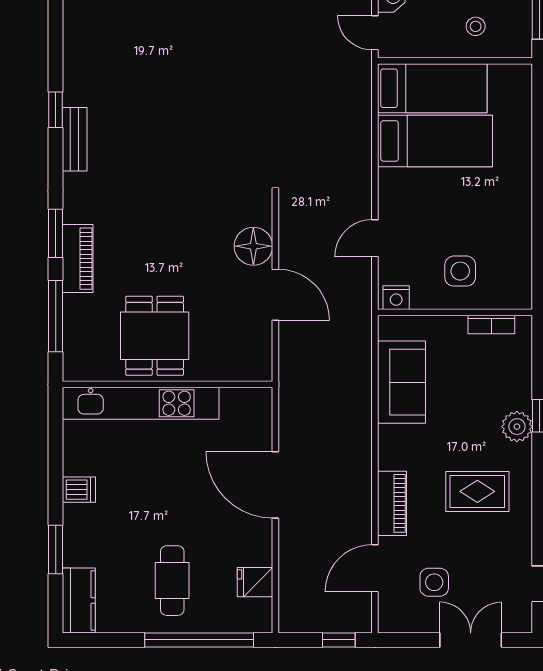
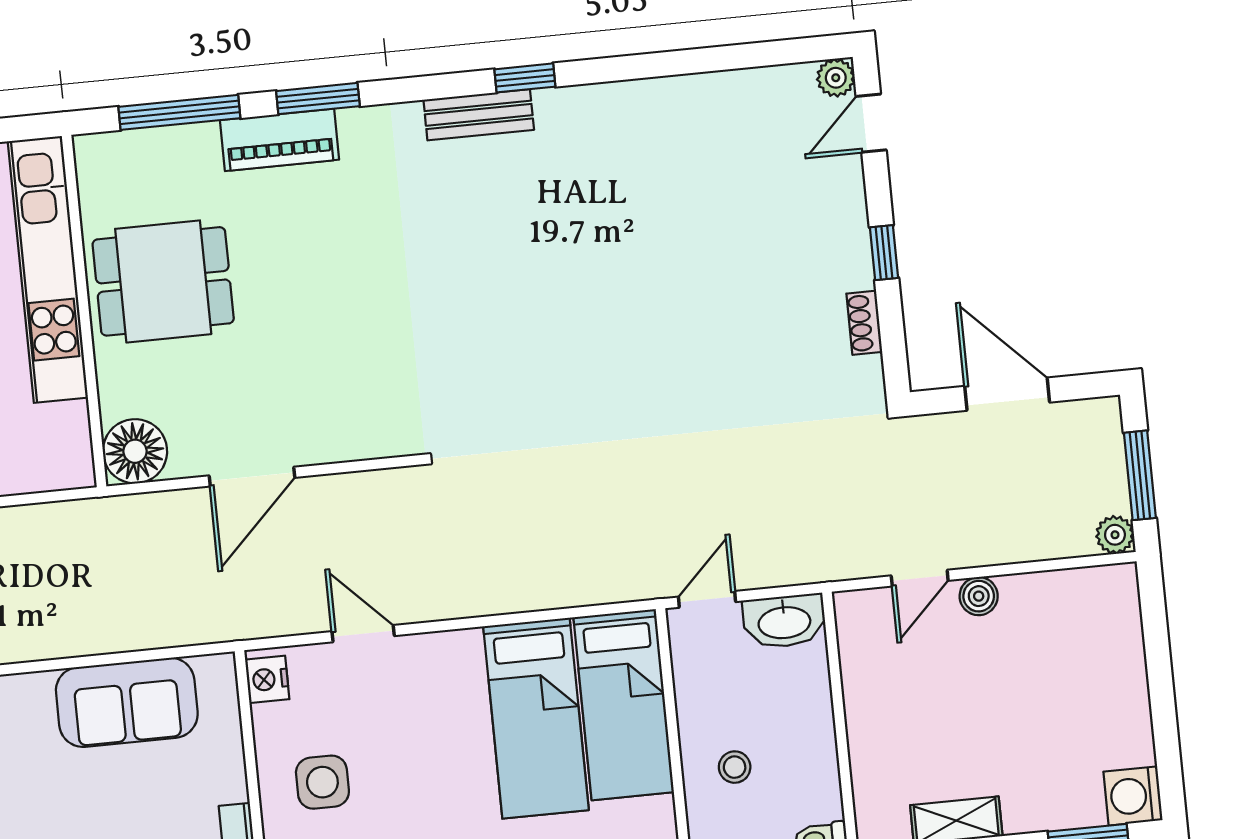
floor lamp: (253, 246) -> (135, 451), moved

